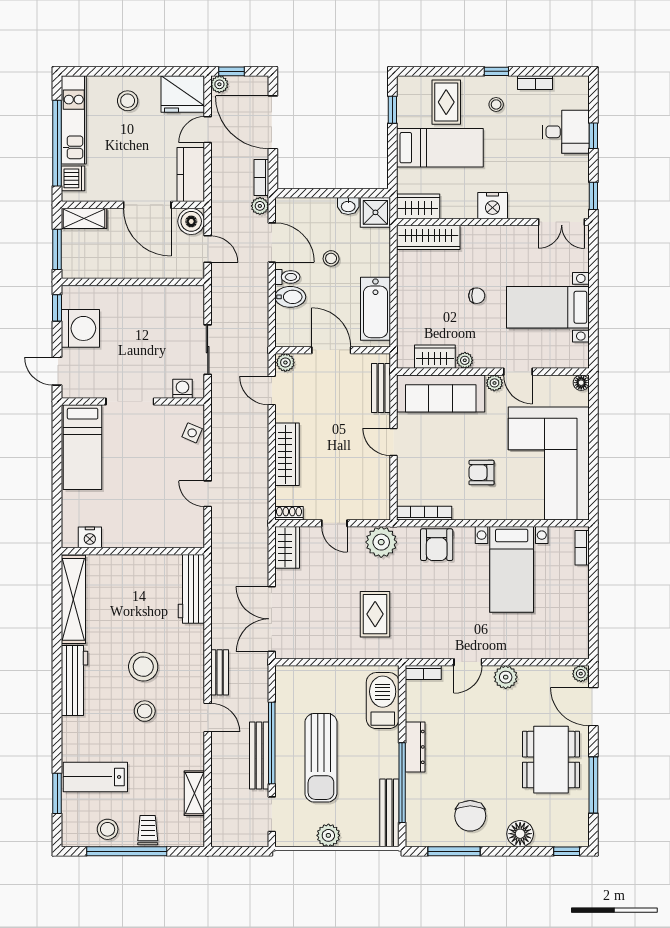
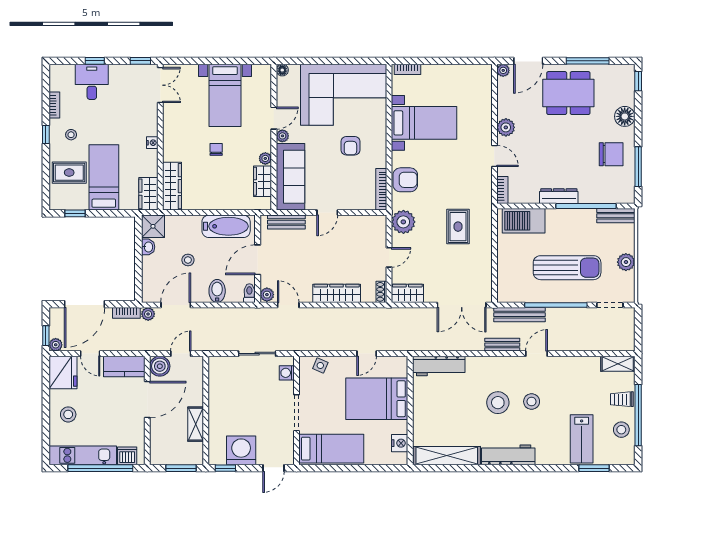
nightstand: (493, 206) -> (152, 143), width x0.53, depth x0.56
shelving: (84, 218) -> (196, 424), moved
toilet: (287, 277) -> (249, 293), moved
door: (272, 391) -> (288, 305), swing flipped
bed: (148, 507) -> (377, 399), added
rug: (375, 614) -> (458, 227), turned 90
bench: (259, 755) -> (519, 315), moved
shelving: (194, 793) -> (618, 364), moved
bench: (389, 813) -> (616, 216), width x0.73

